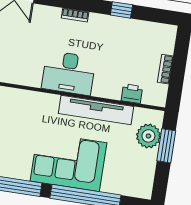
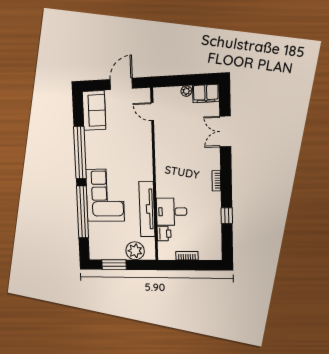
desk: (69, 73) -> (172, 212), moved, width x0.73
window: (166, 146) -> (114, 265), moved

